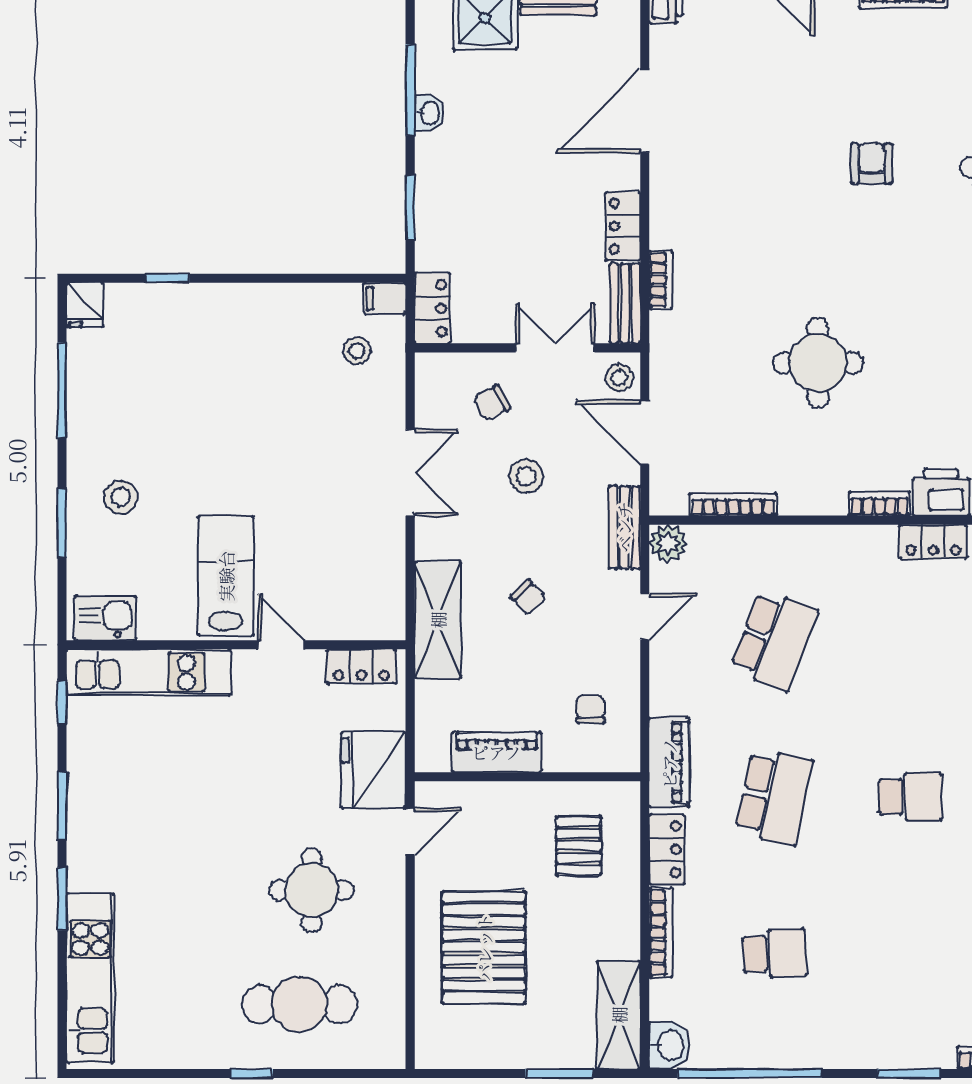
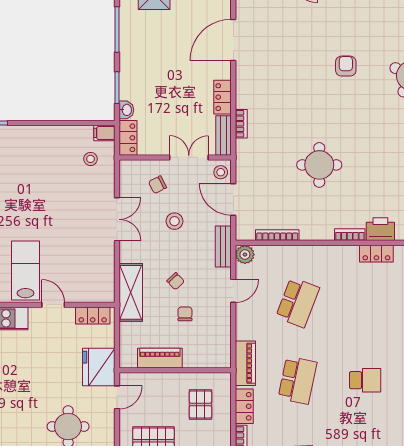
washbasin: (429, 113) -> (126, 110), moved
chair: (591, 709) -> (185, 314), moved

